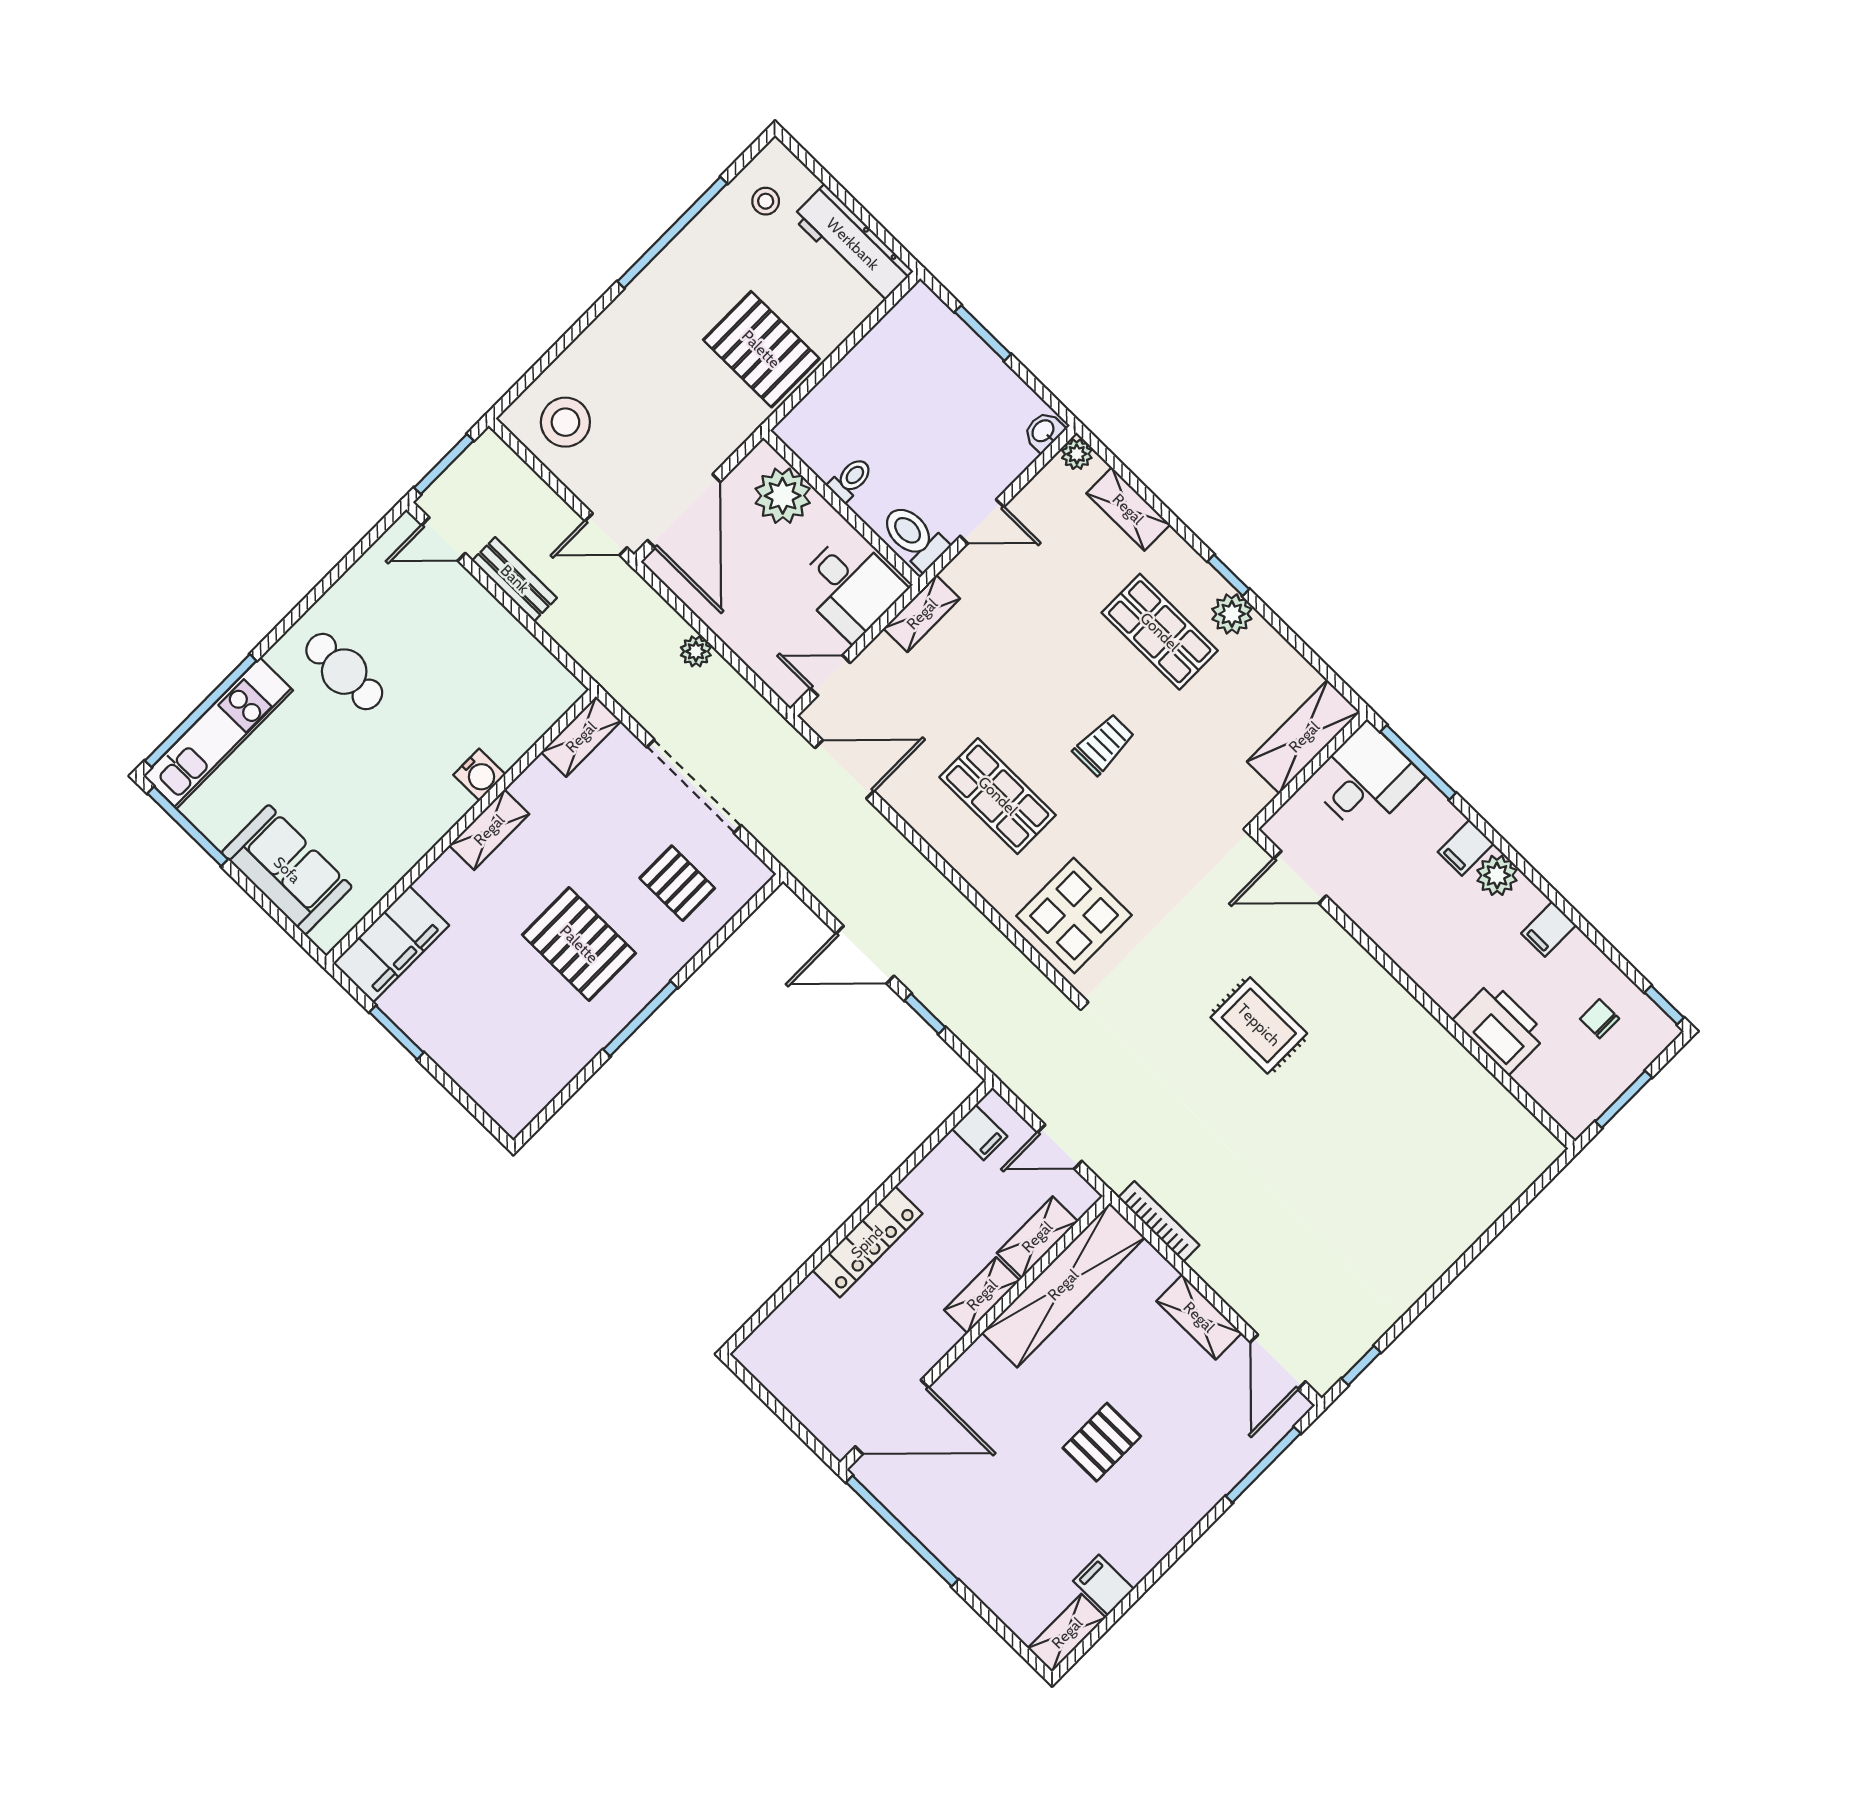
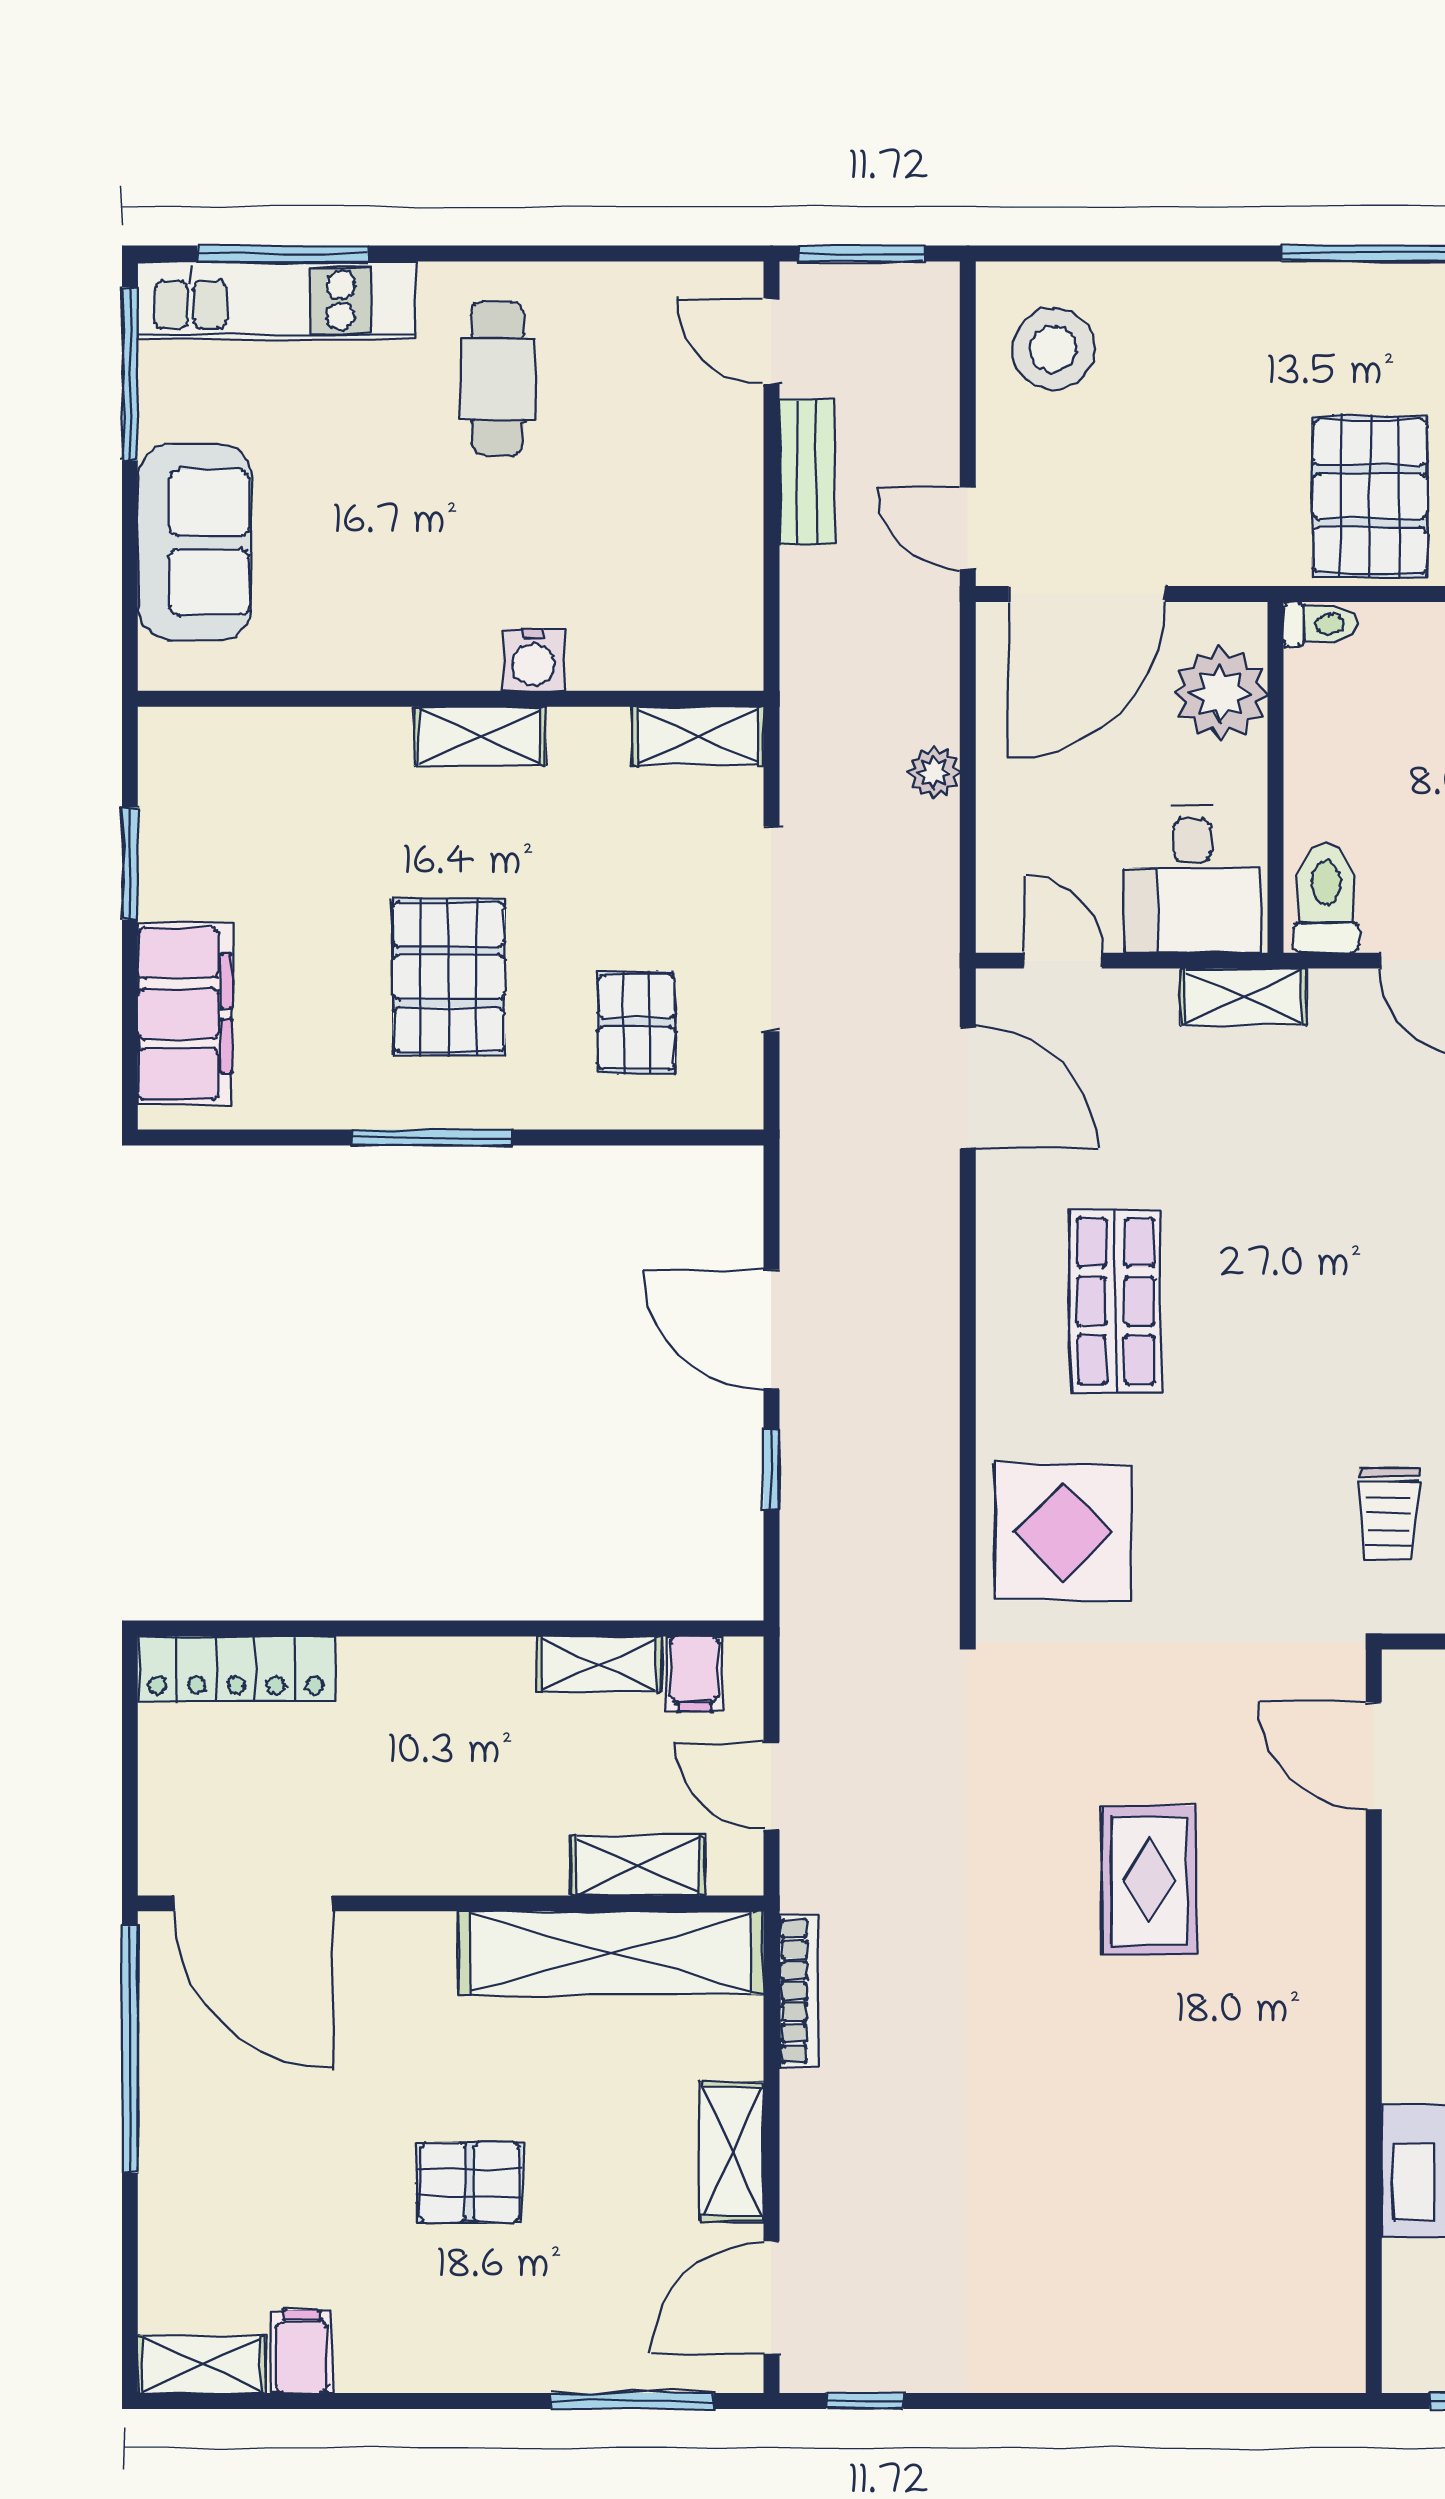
toilet: (851, 479) -> (1320, 624), moved
window: (201, 711) -> (283, 254), width x0.68
trolley: (1104, 744) -> (1389, 1514), moved, turned 90
filing cabinet: (391, 944) -> (185, 1013), moved, turned -90
locker: (867, 1242) -> (236, 1669), moved
shelving: (982, 1295) -> (599, 1664), moved

